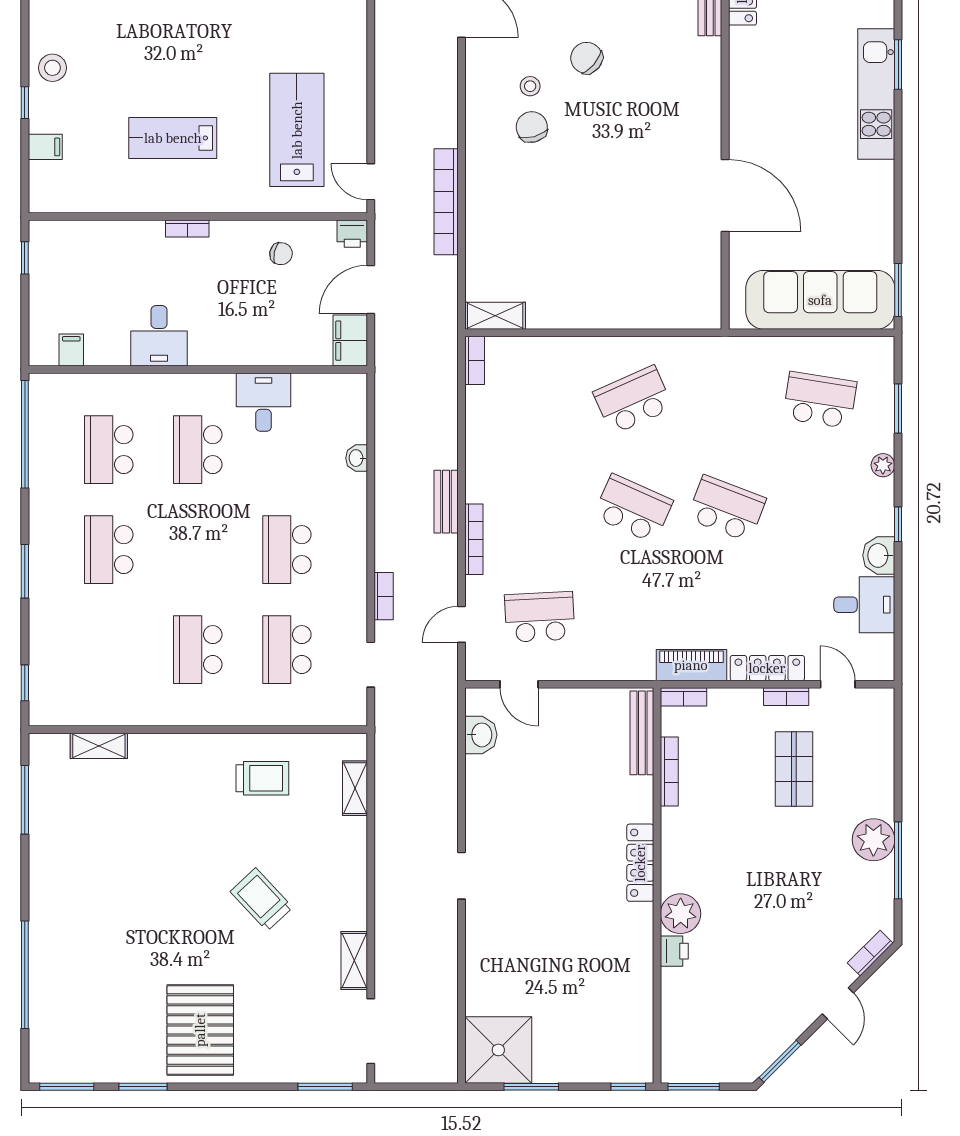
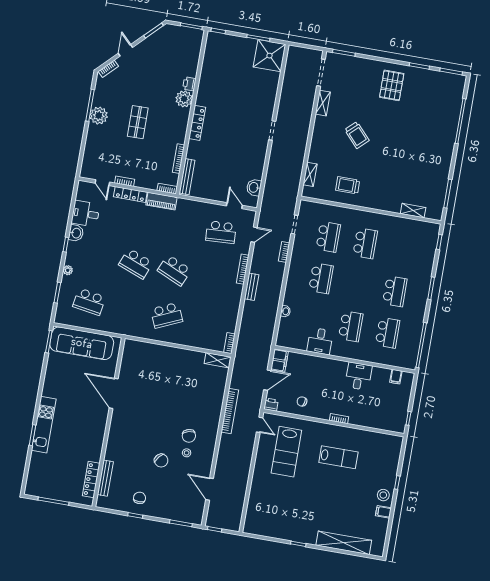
filing cabinet: (45, 147) -> (383, 512), moved
shop shelf: (794, 769) -> (138, 122), moved
pallet: (200, 1030) -> (392, 85), width x0.73, depth x0.71

